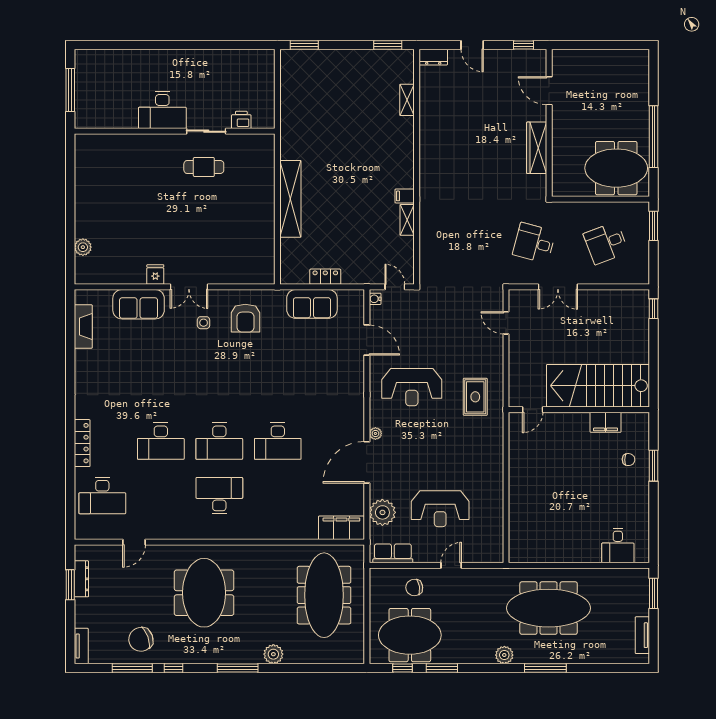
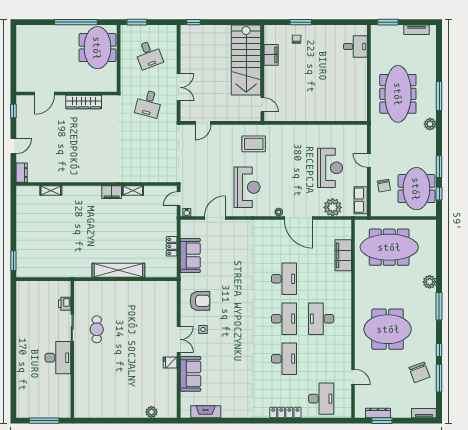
window: (388, 45) -> (13, 204), removed
filing cabinet: (405, 196) -> (112, 192), width x2.00
filing cabinet: (341, 528) -> (343, 255), moved

